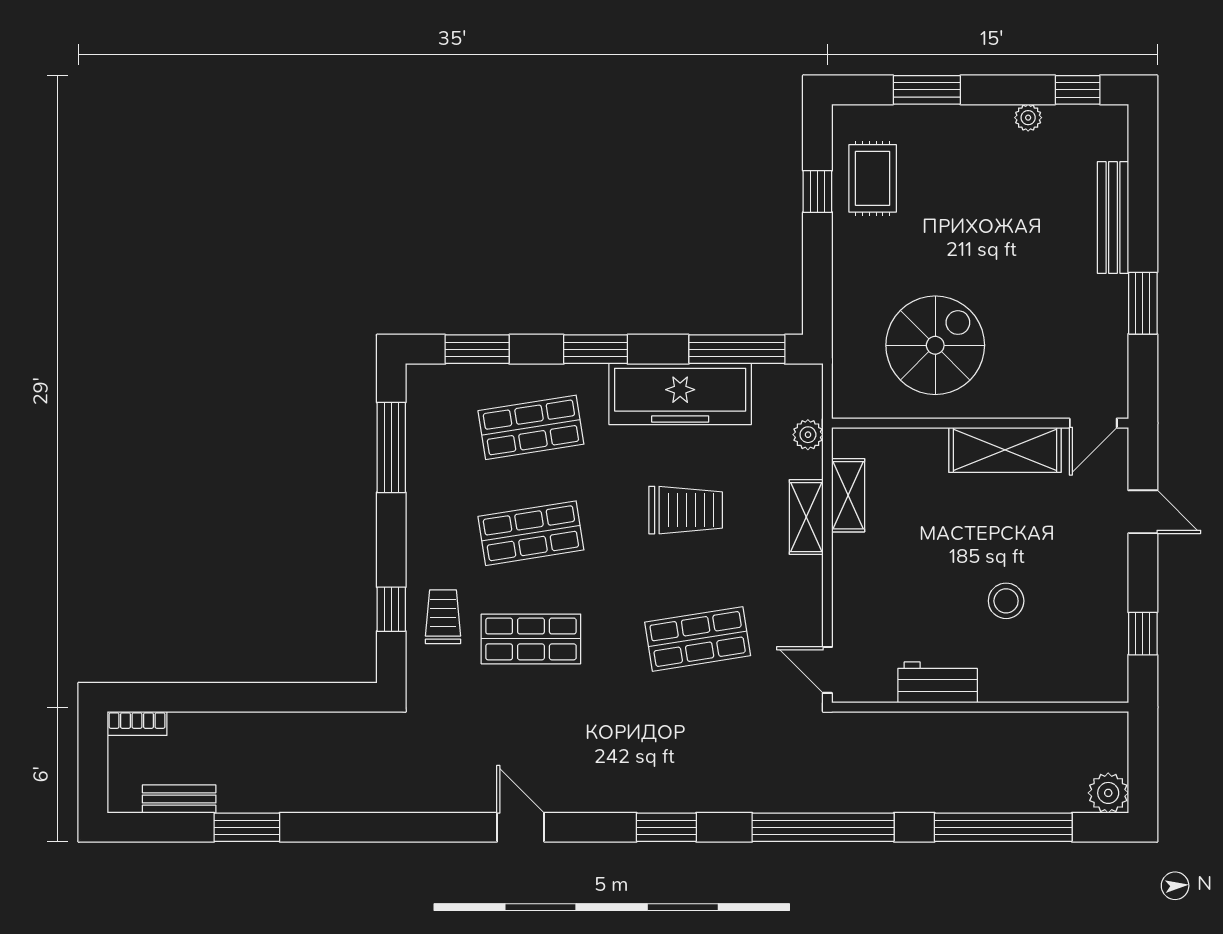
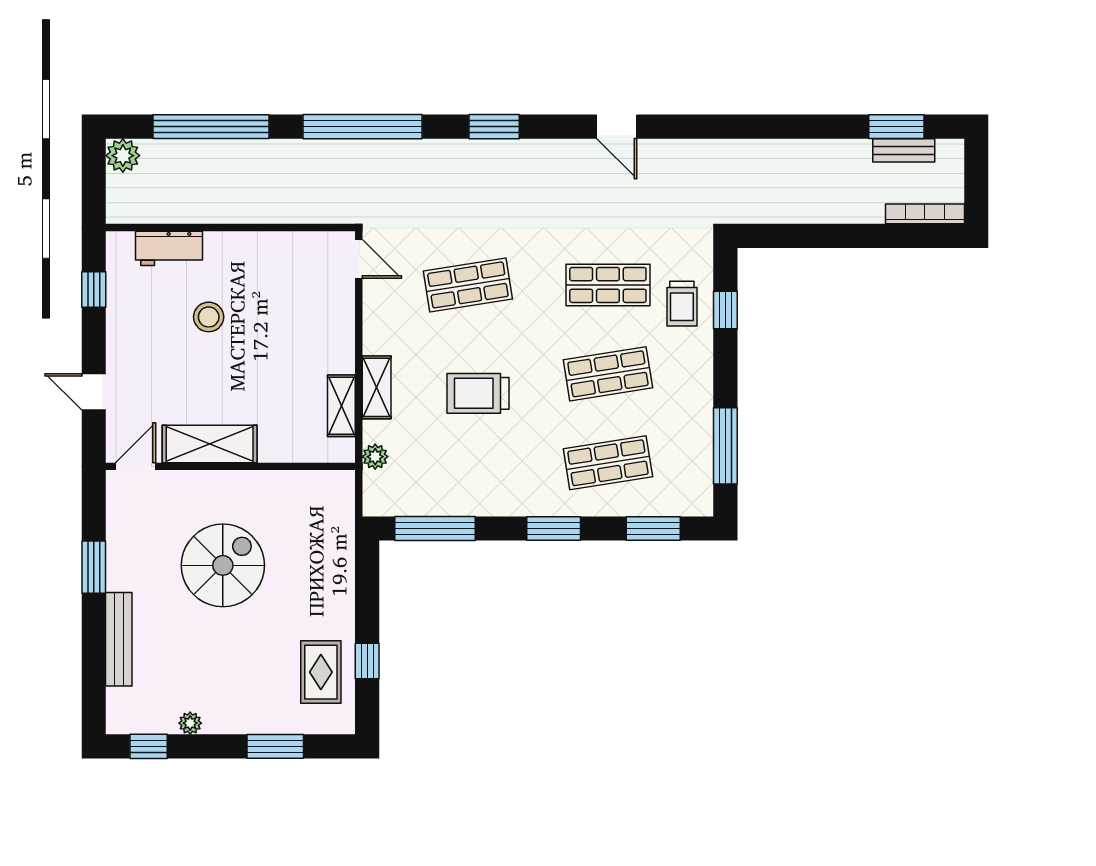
spiral stairs: (935, 345) -> (223, 565), moved, turned 180
freezer: (680, 394) -> (483, 491), removed
workbench: (938, 682) -> (169, 248), moved
bookcase: (137, 723) -> (925, 214), width x1.56
window: (247, 827) -> (896, 127), moved

